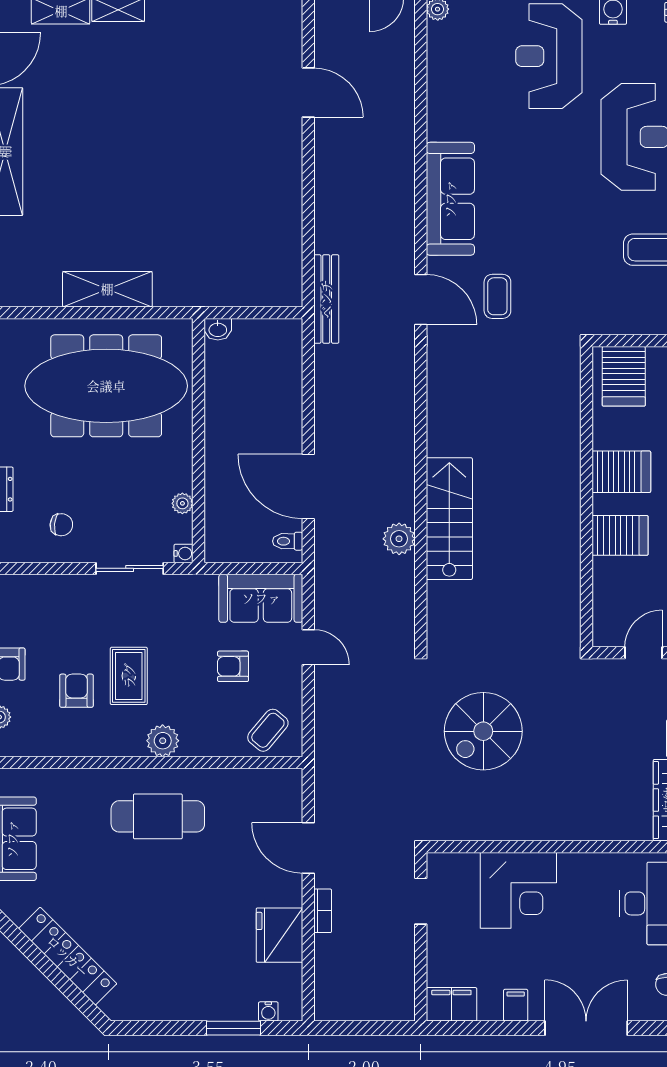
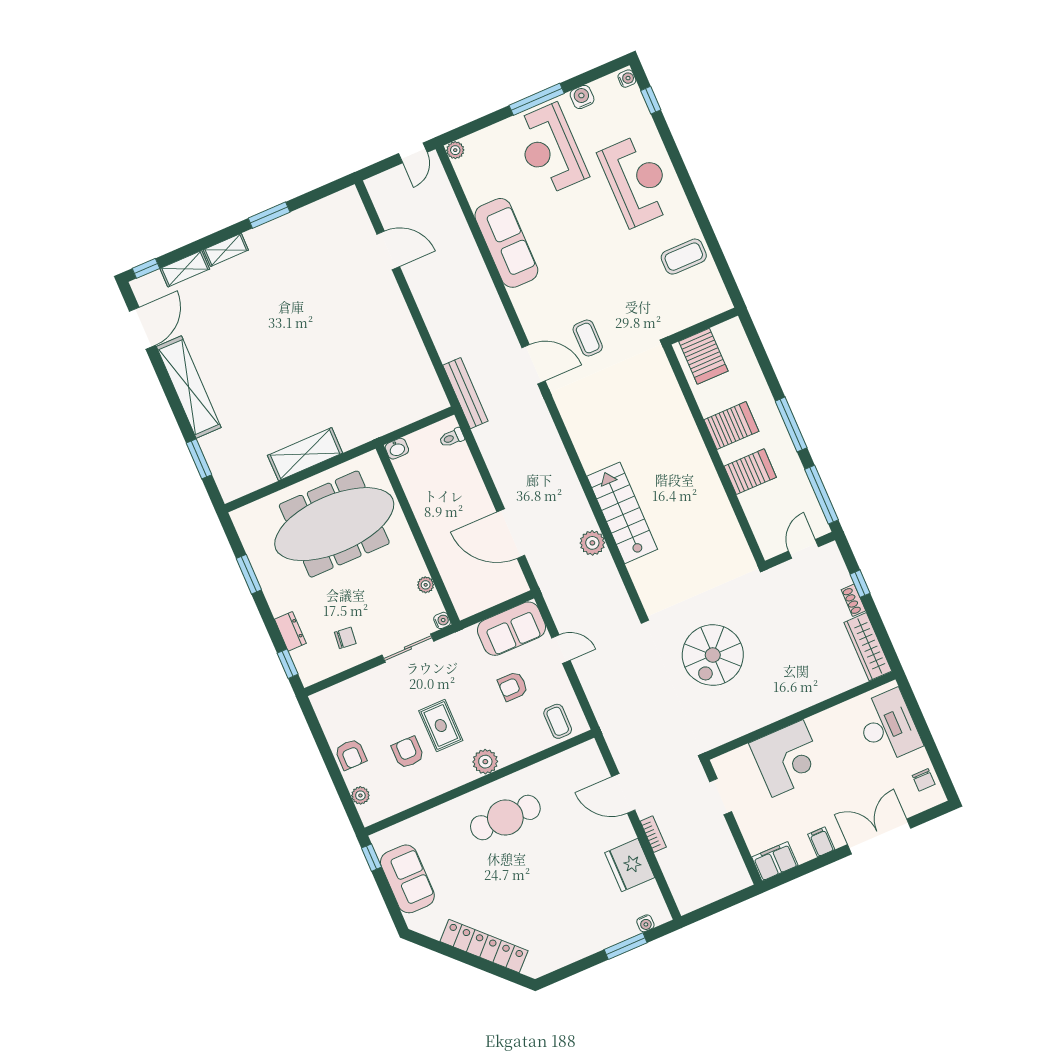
sofa: (450, 199) -> (506, 243), moved
toilet: (288, 541) -> (452, 438), moved
coffee table: (268, 730) -> (558, 721), turned -40

